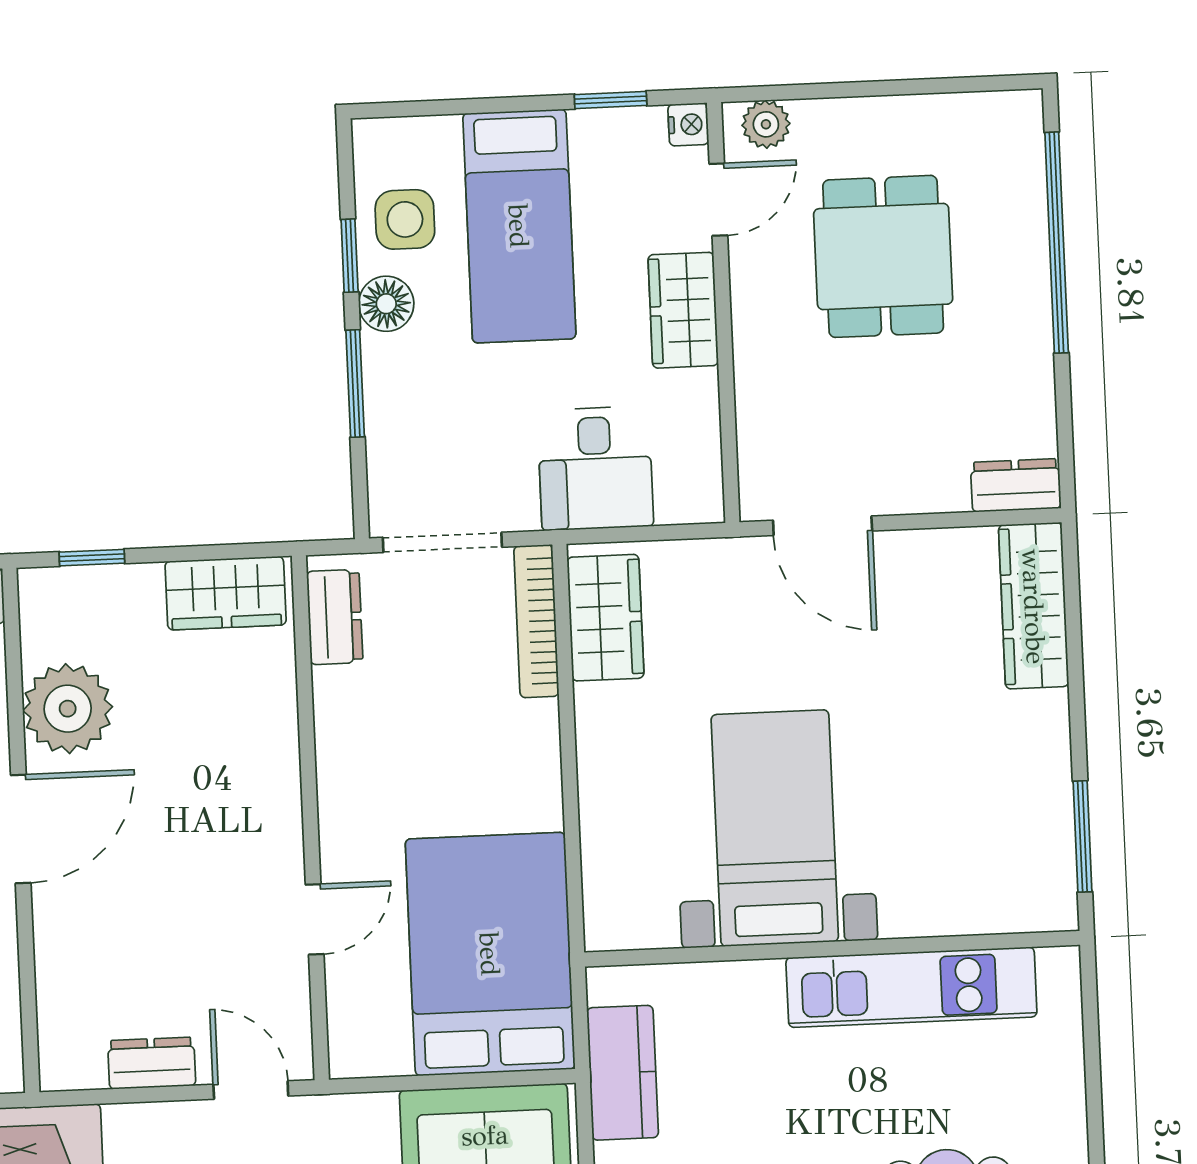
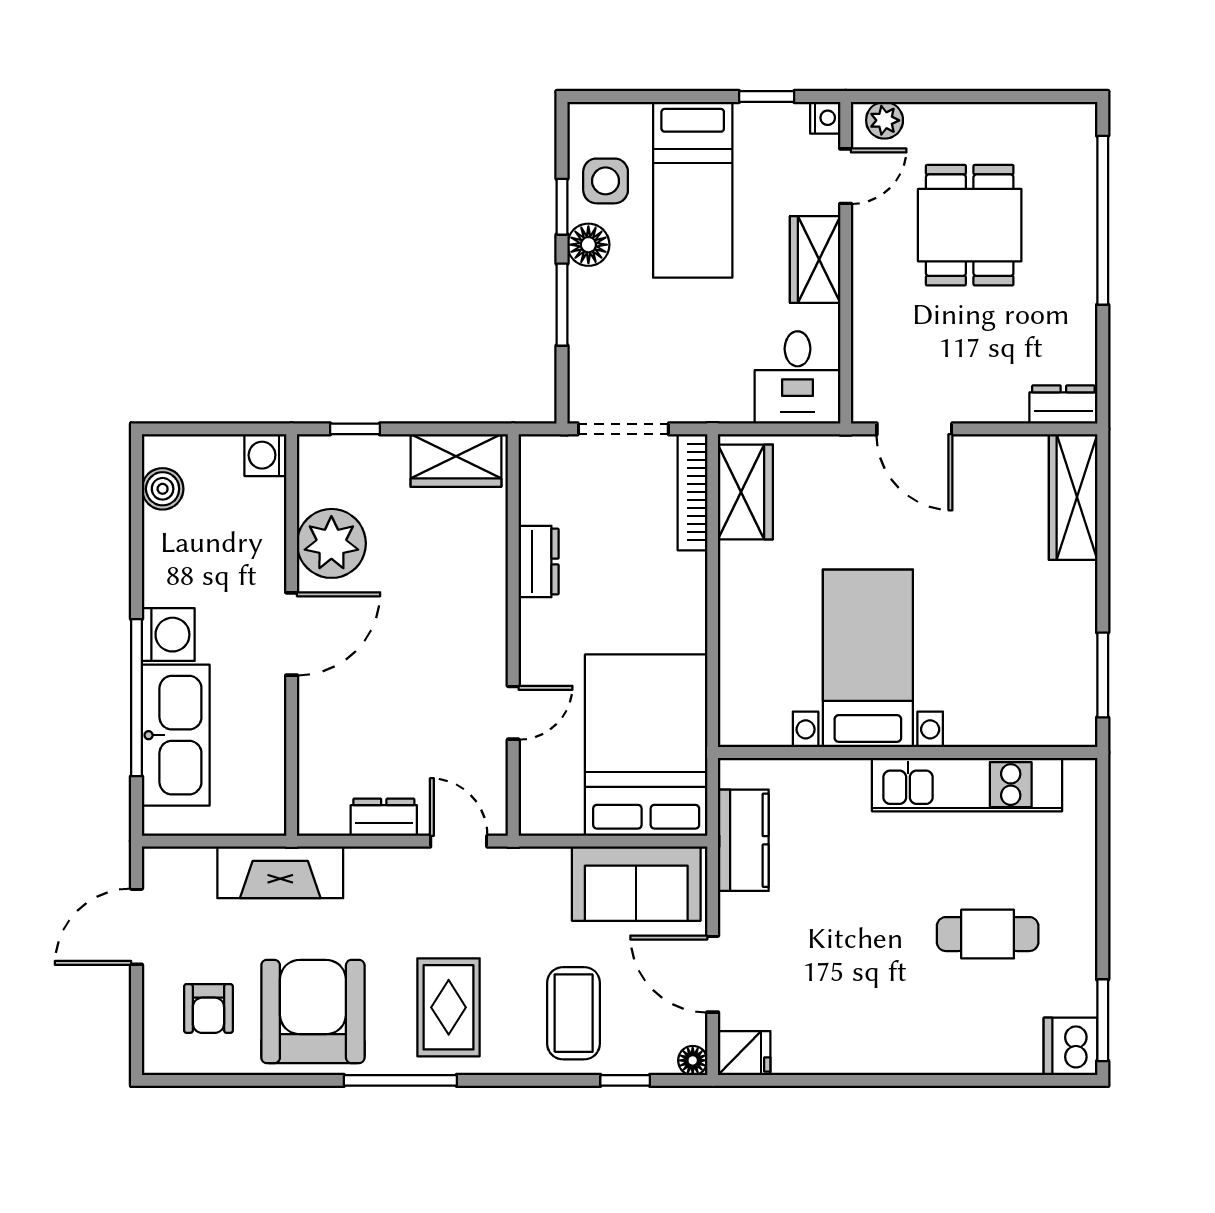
desk: (595, 468) -> (798, 377), moved
dresser: (335, 617) -> (539, 562), moved

